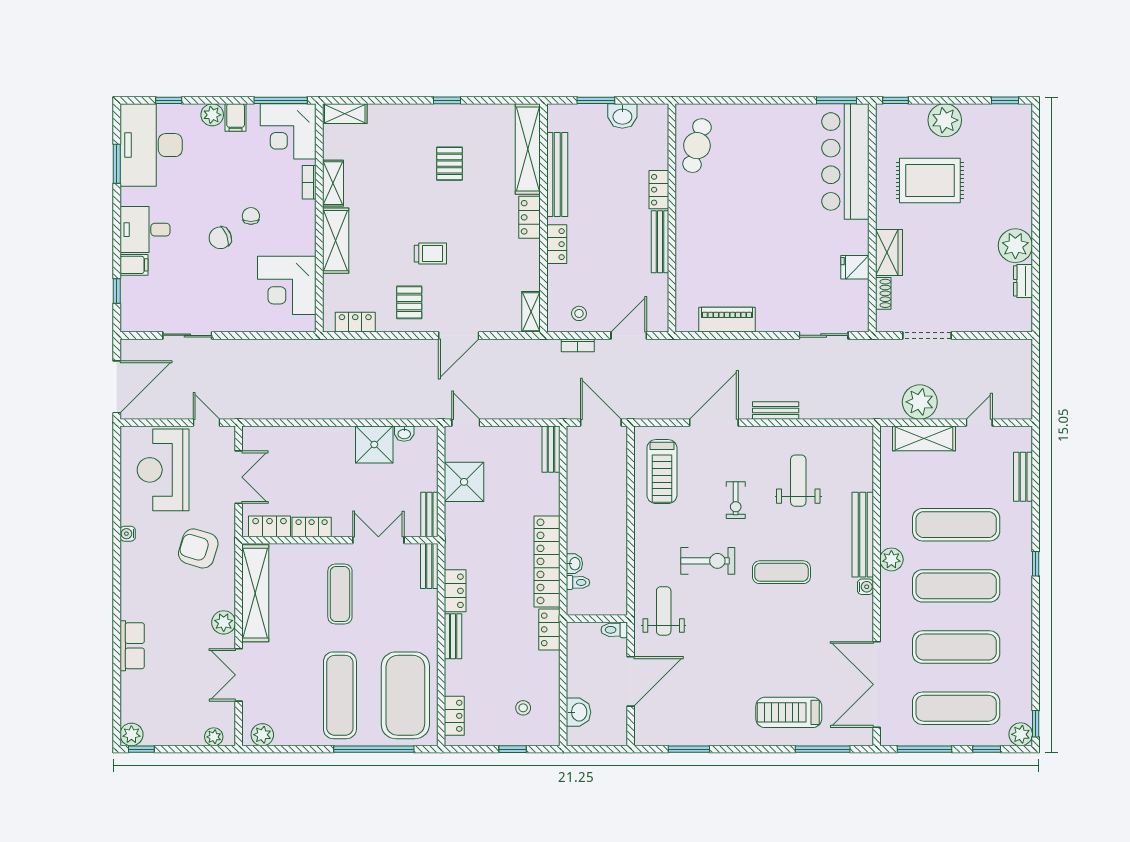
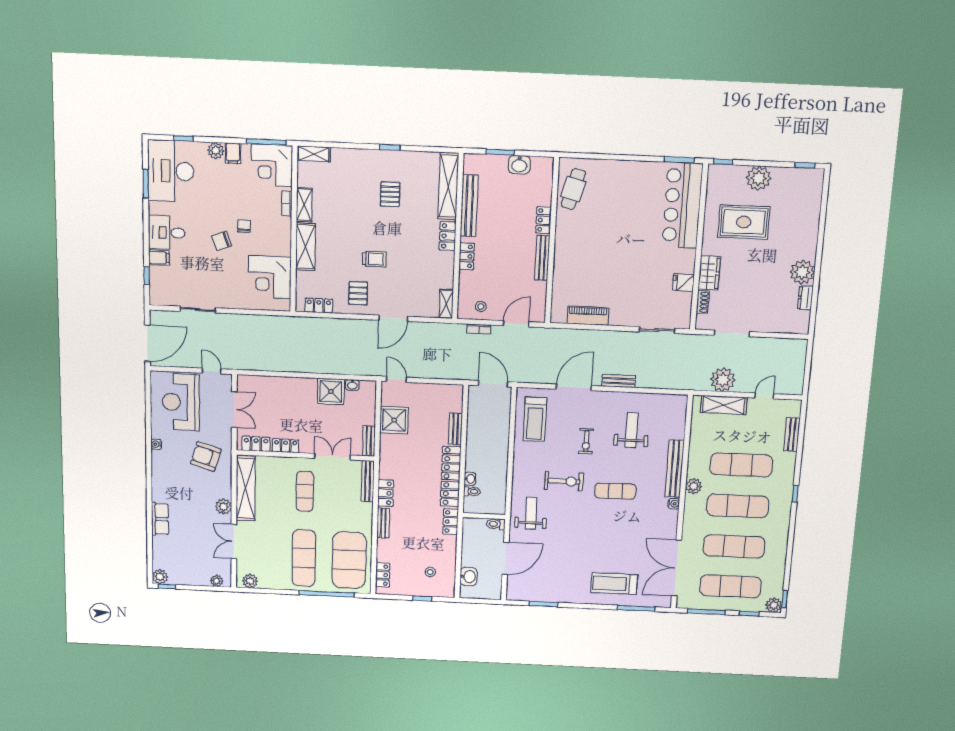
bench: (551, 449) -> (455, 429), moved
bench: (429, 566) -> (368, 481), width x1.36

